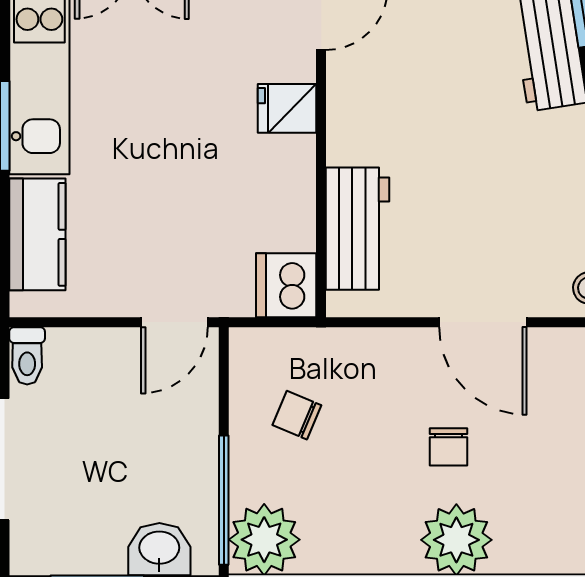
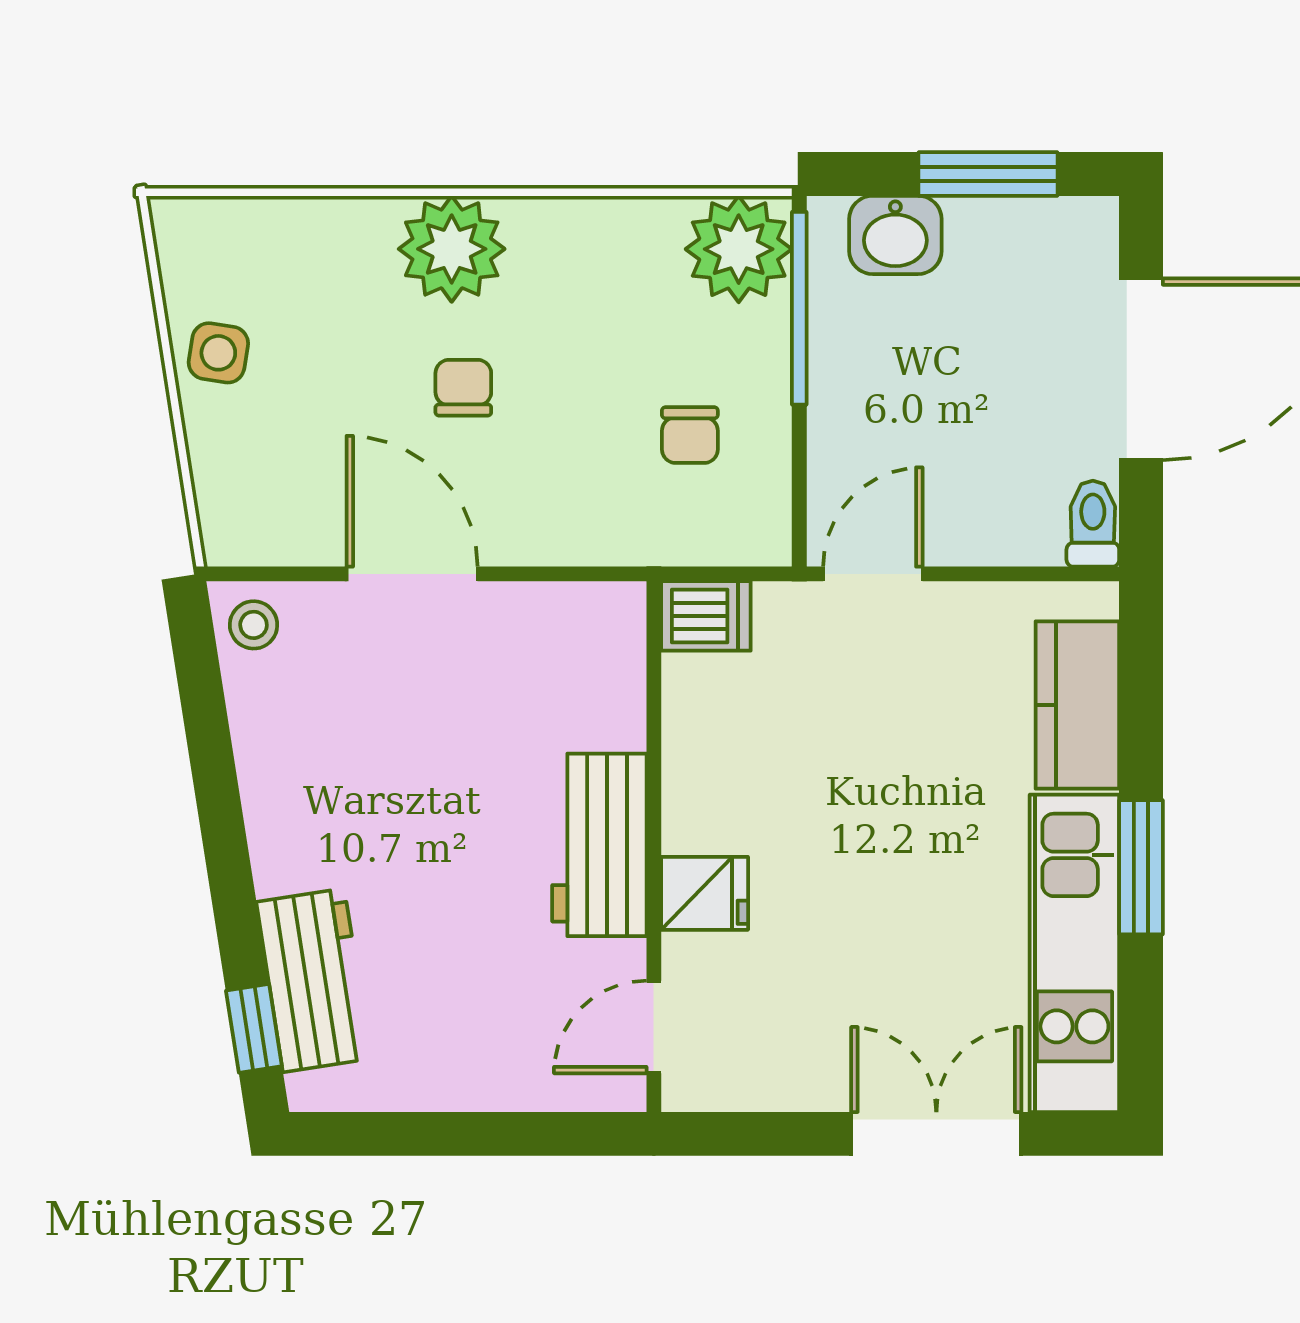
workbench: (357, 229) -> (599, 845), moved
dishwasher: (286, 285) -> (706, 616), width x0.73
chair: (297, 415) -> (690, 435), turned 67

